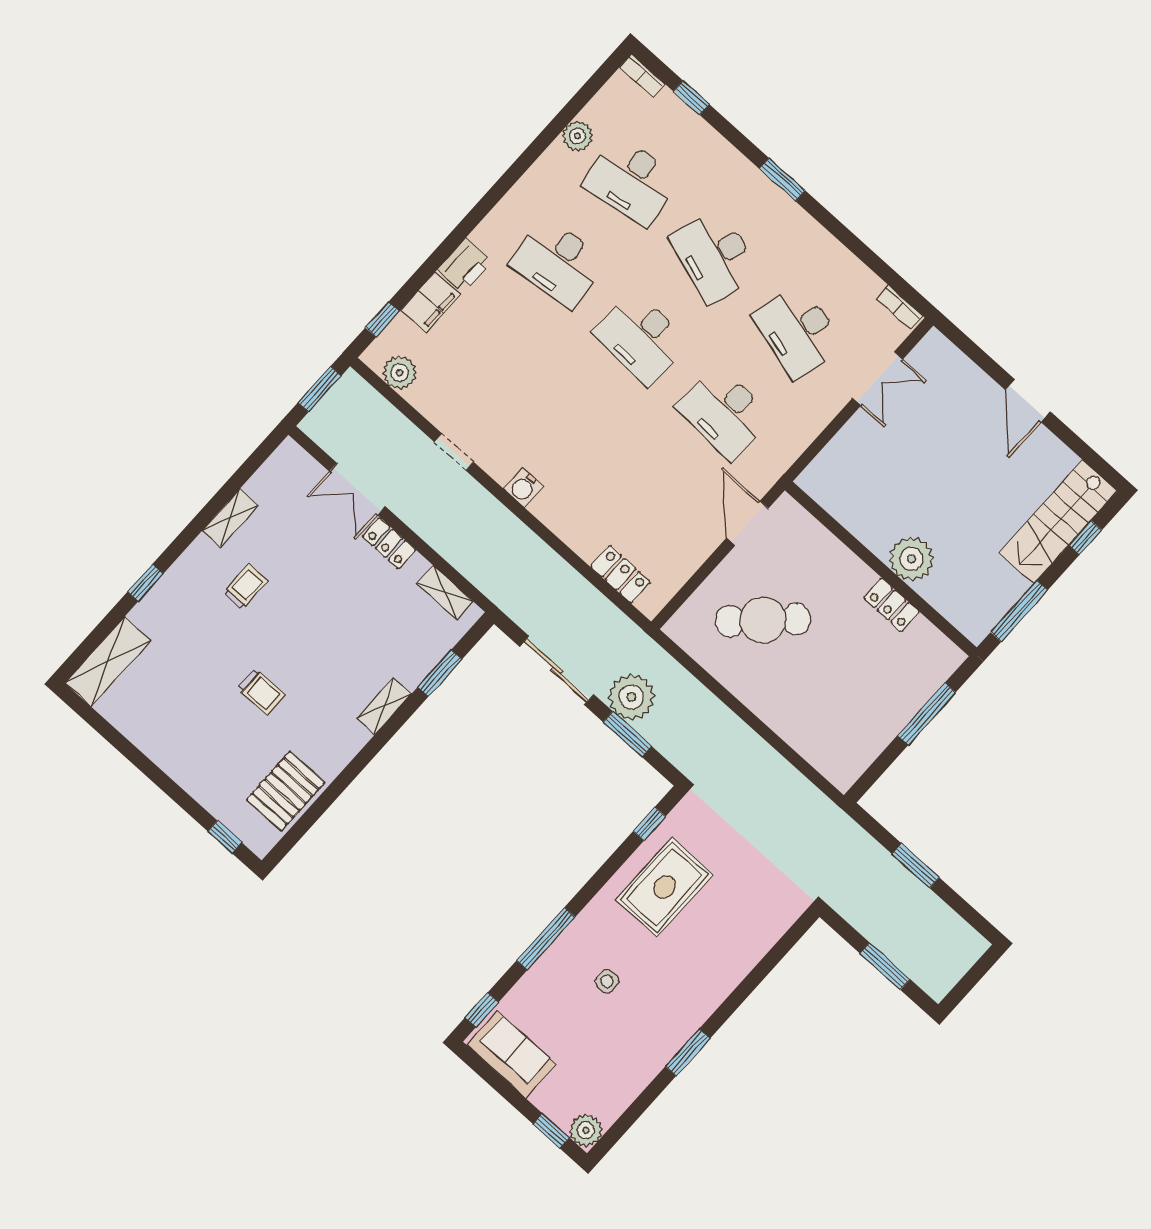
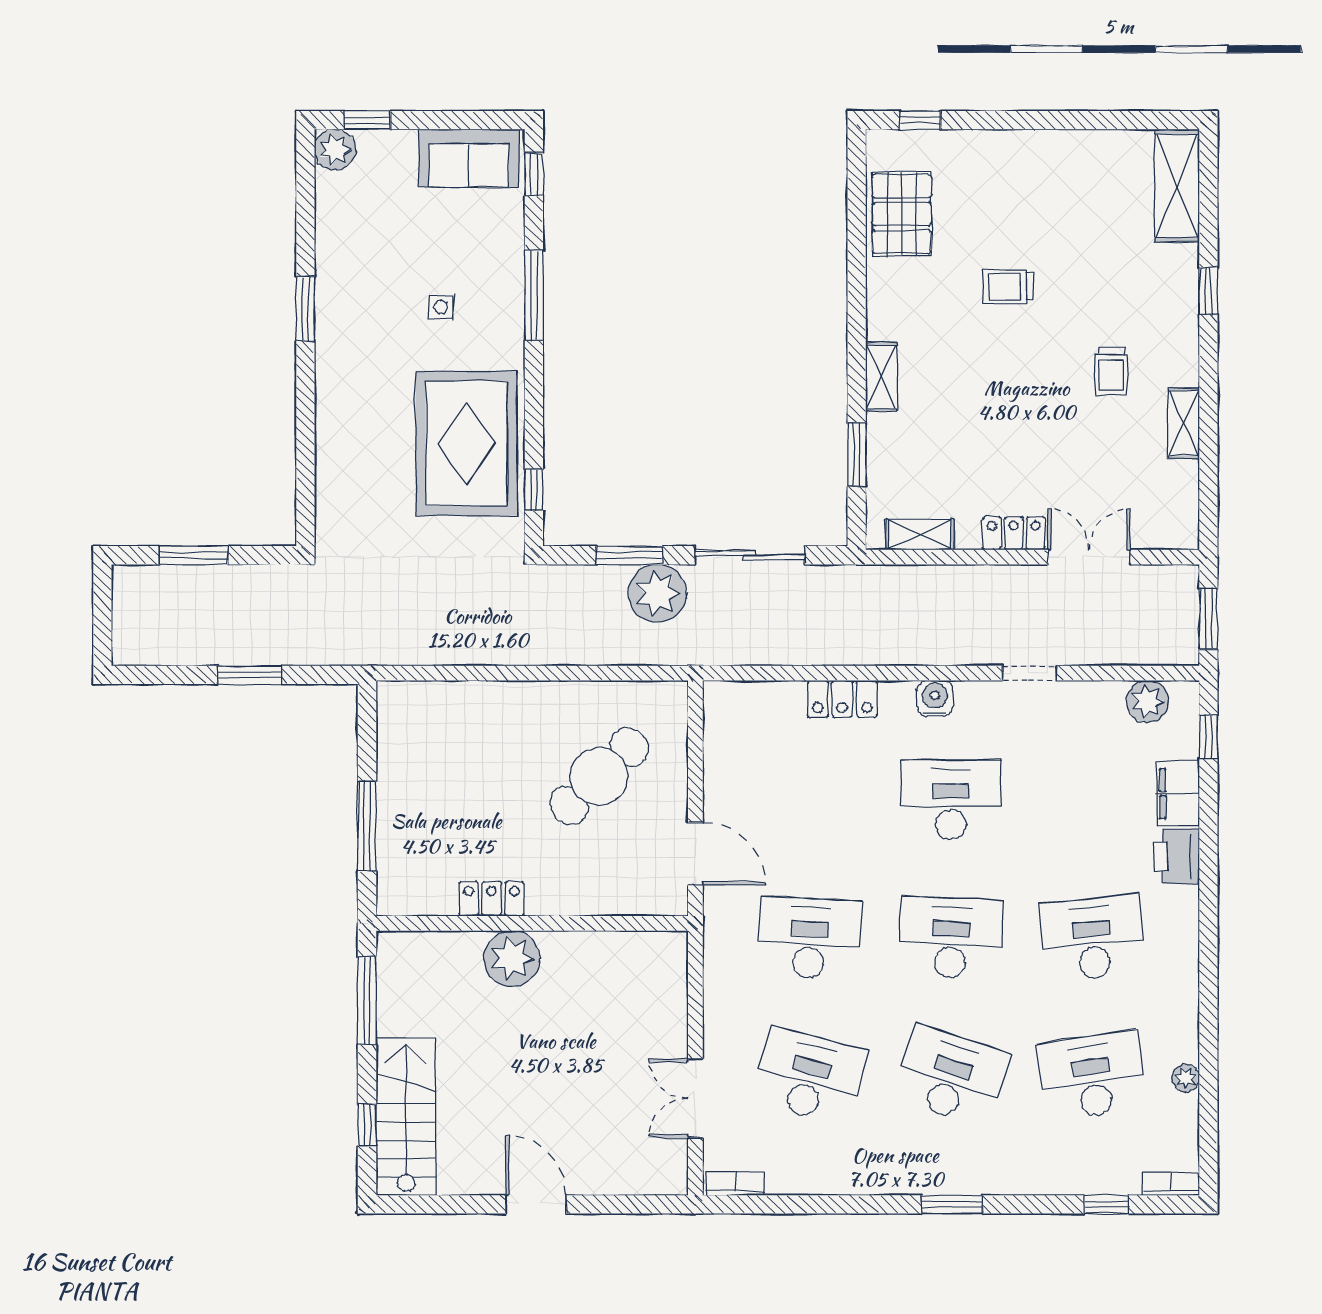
plant: (578, 136) -> (1186, 1078), width x0.73, depth x0.73
desk: (568, 419) -> (951, 800), added
locker: (620, 574) -> (842, 699), moved
rug: (664, 887) -> (467, 443), width x1.37, depth x1.44

